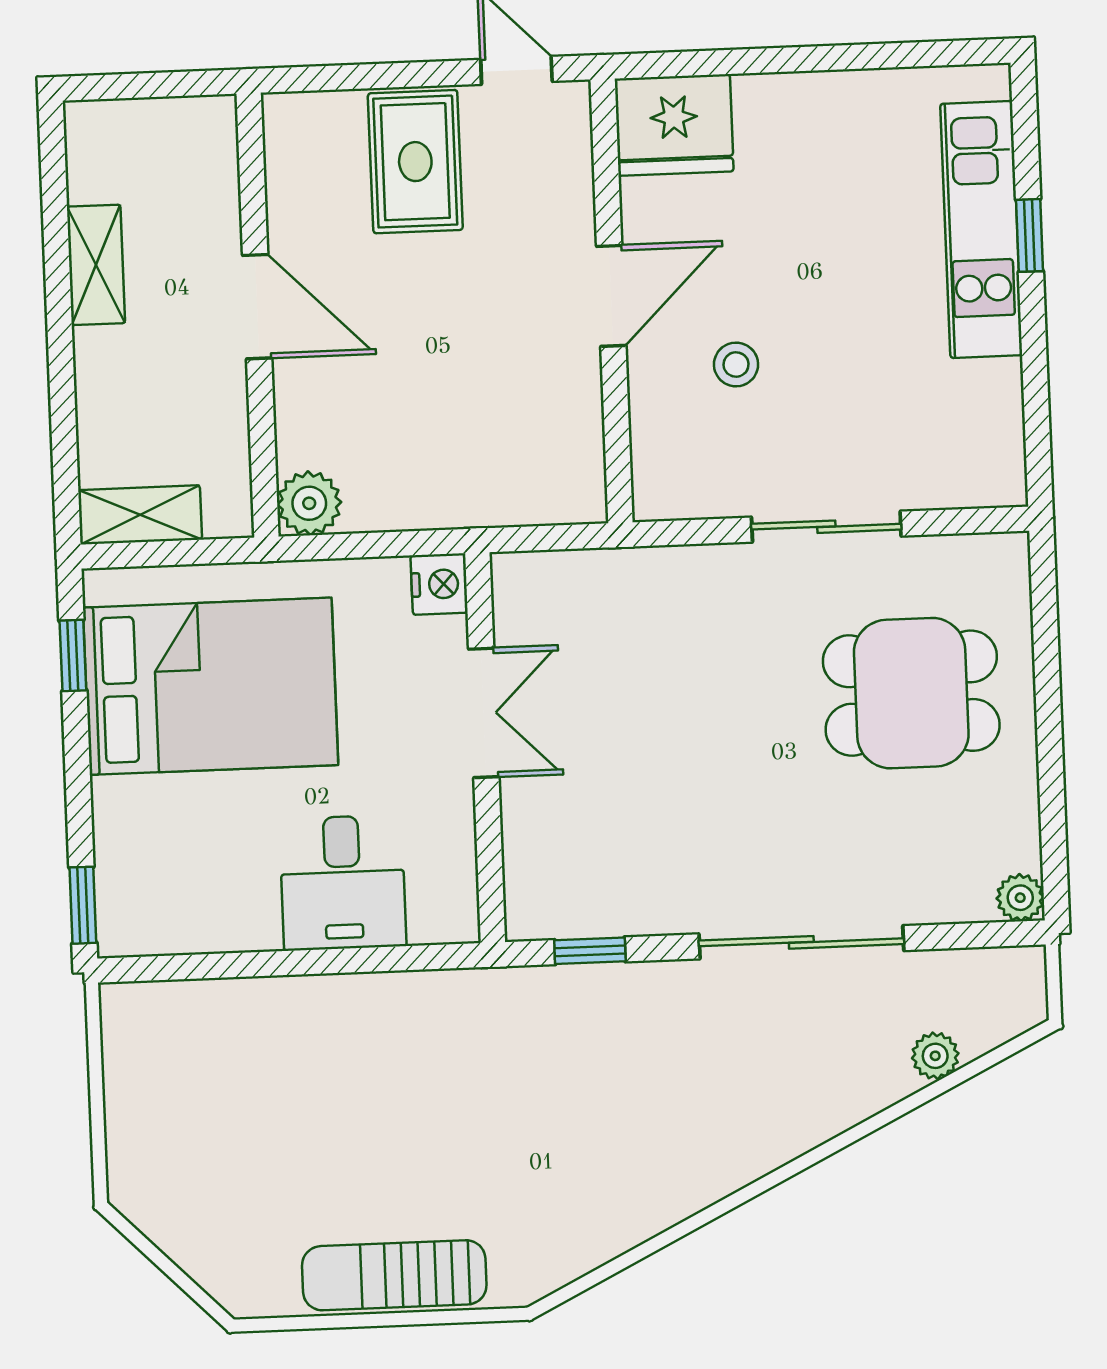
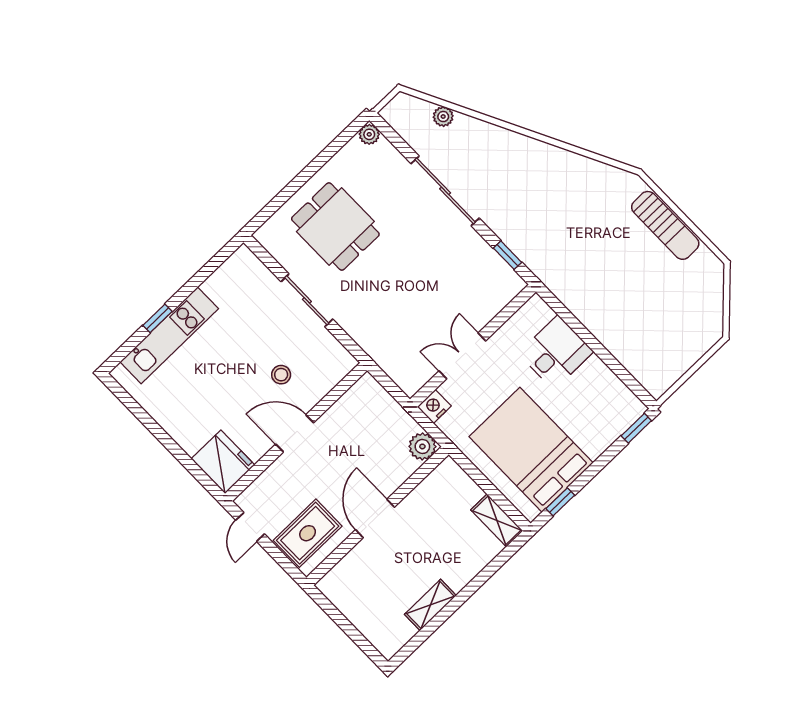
door: (257, 307) -> (375, 518), moved
wall: (257, 315) -> (378, 516), moved
plant: (309, 503) -> (422, 446), moved

